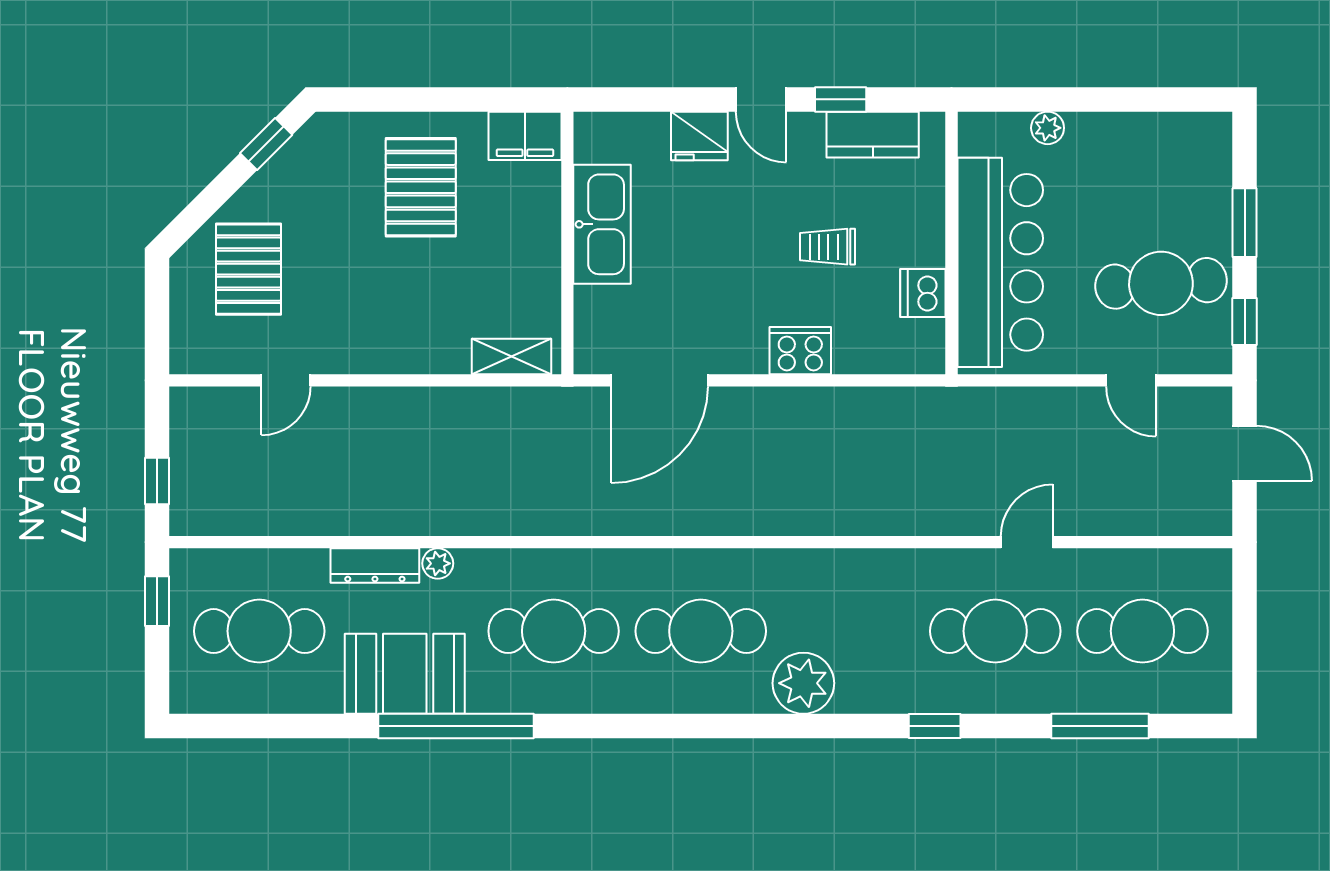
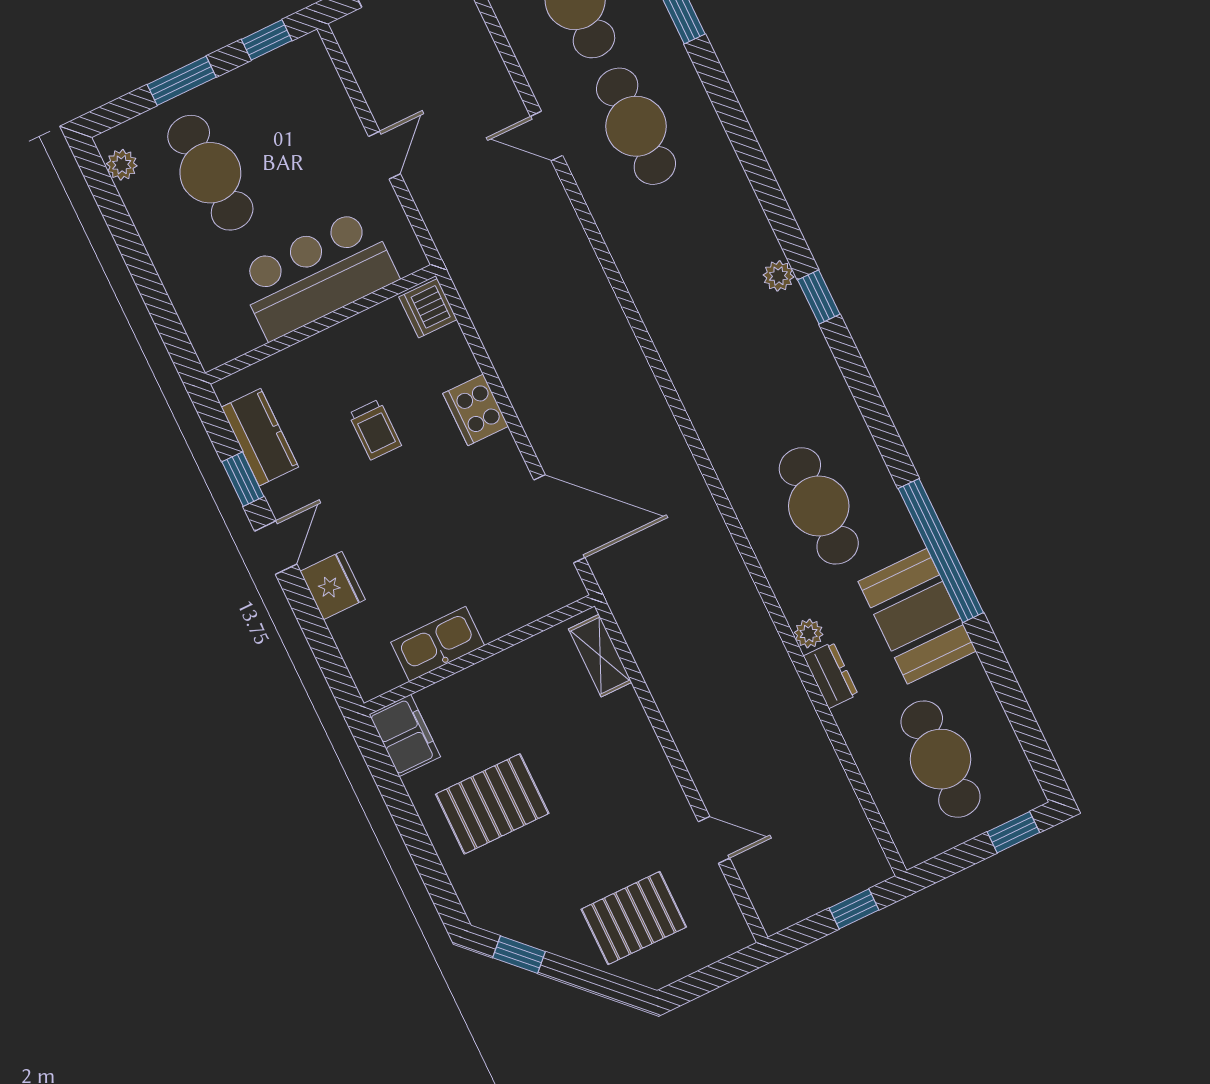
plant: (1048, 128) -> (122, 165), moved
kitchen sink: (602, 224) -> (438, 644), width x0.73, depth x0.81
bar counter: (1000, 262) -> (317, 274), width x0.73
cafe table: (1161, 283) -> (210, 173), moved
dishwasher: (923, 293) -> (428, 308), moved, turned 90
door: (1131, 380) -> (384, 155), moved
dresser: (375, 565) -> (831, 675), width x0.70
window: (157, 601) -> (1013, 832), moved
cafe table: (701, 631) -> (758, 379), removed
plant: (803, 683) -> (778, 276), width x0.53, depth x0.53
window: (935, 726) -> (819, 297), moved

